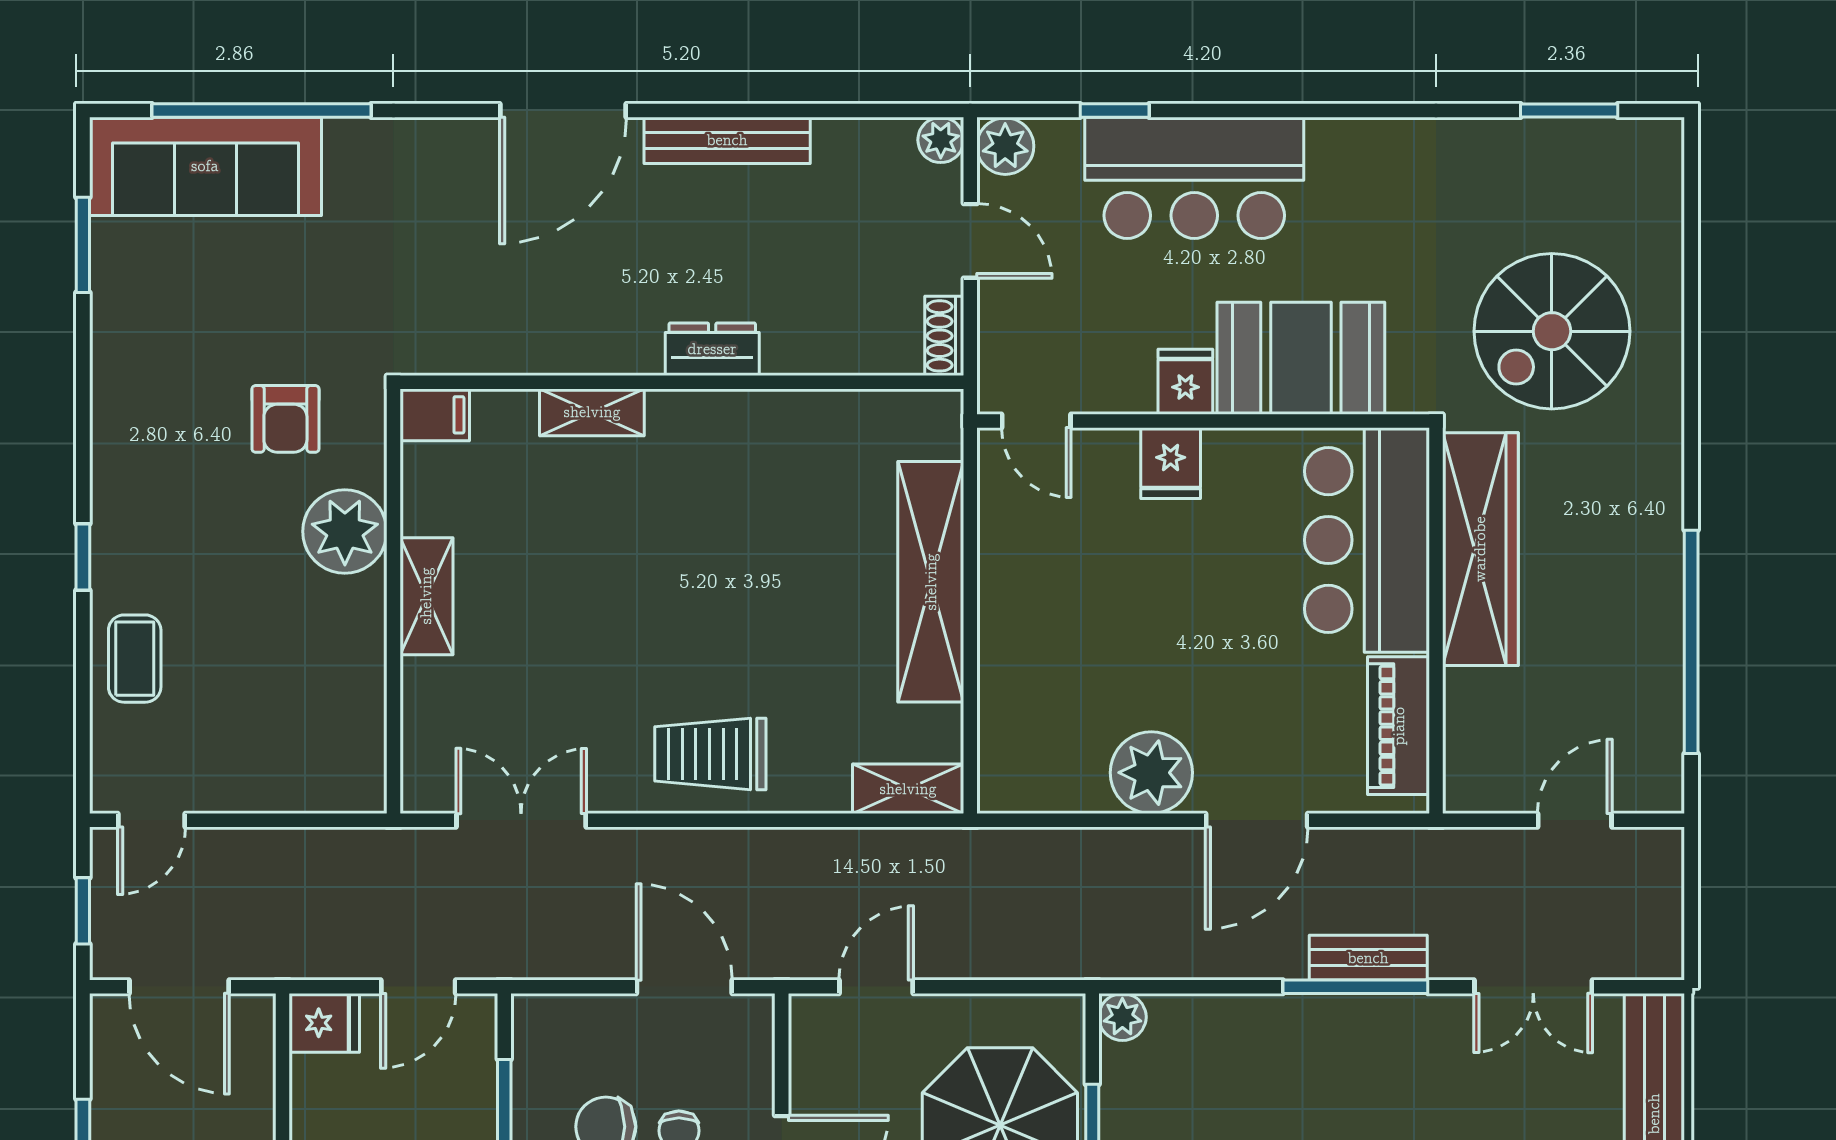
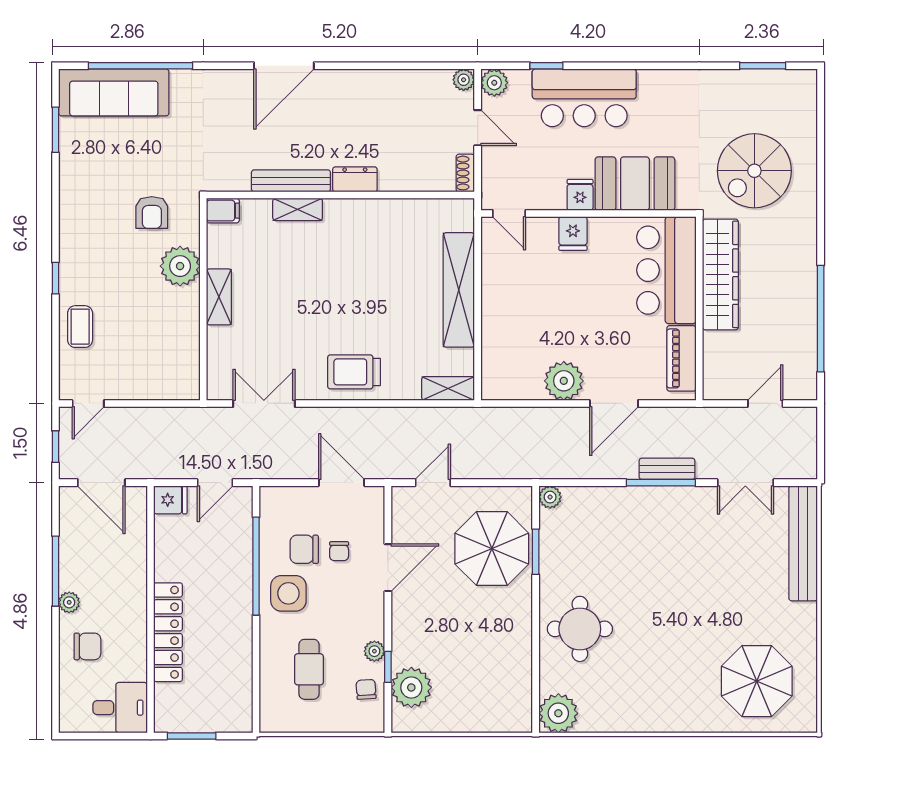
bench: (727, 140) -> (291, 181), moved

